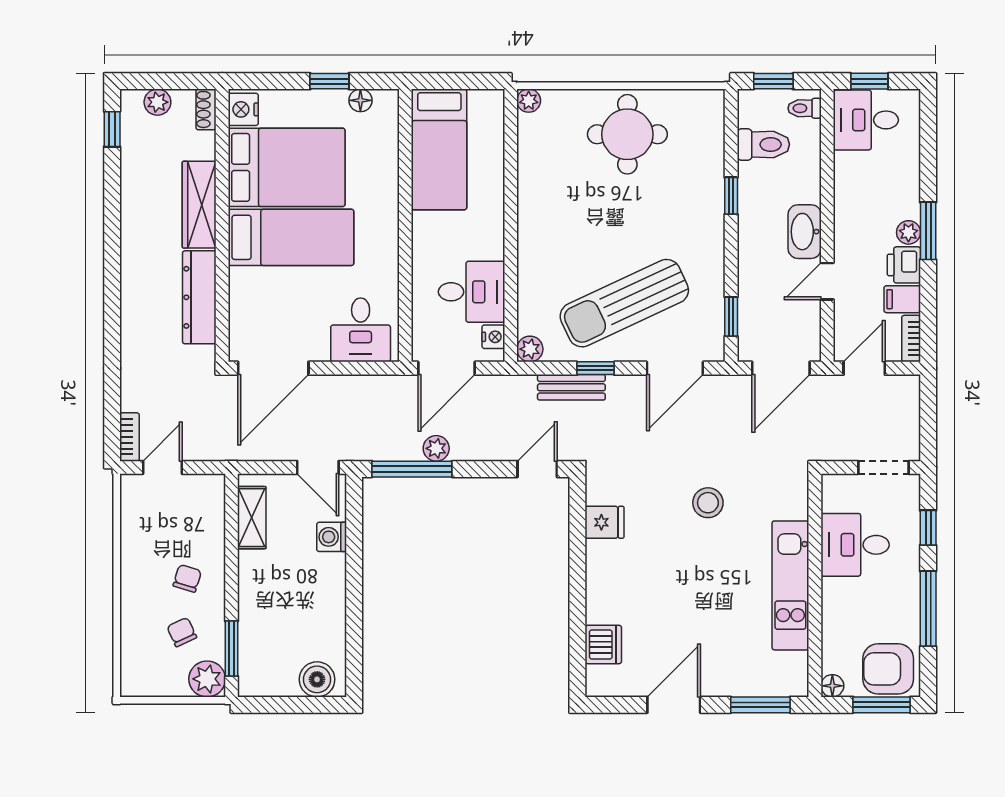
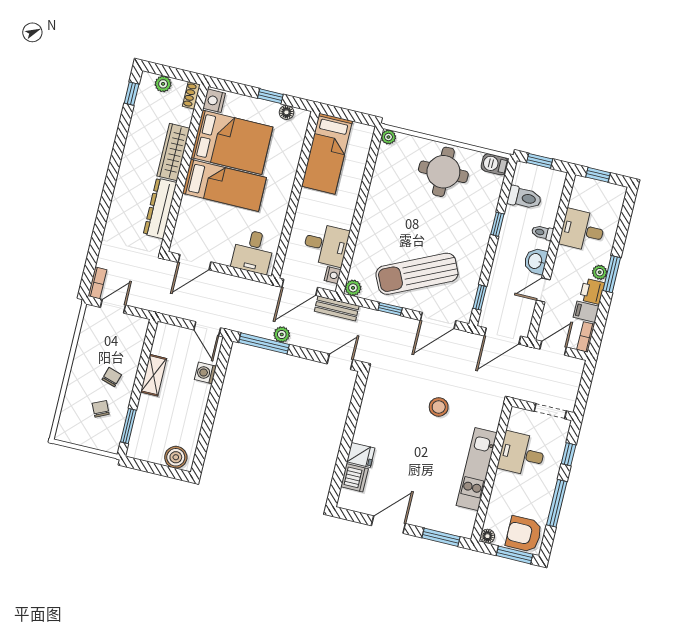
barbecue: (704, 103) -> (495, 164), added
toilet: (805, 108) -> (542, 233), moved
desk: (866, 120) -> (582, 230), moved
washbasin: (805, 232) -> (536, 261), width x0.72
door: (273, 368) -> (195, 262), width x0.73
bench: (571, 387) -> (337, 308), moved
shelving: (252, 518) -> (154, 375), moved
fridge: (605, 522) -> (361, 455), moved
plant: (207, 679) -> (109, 441), removed

